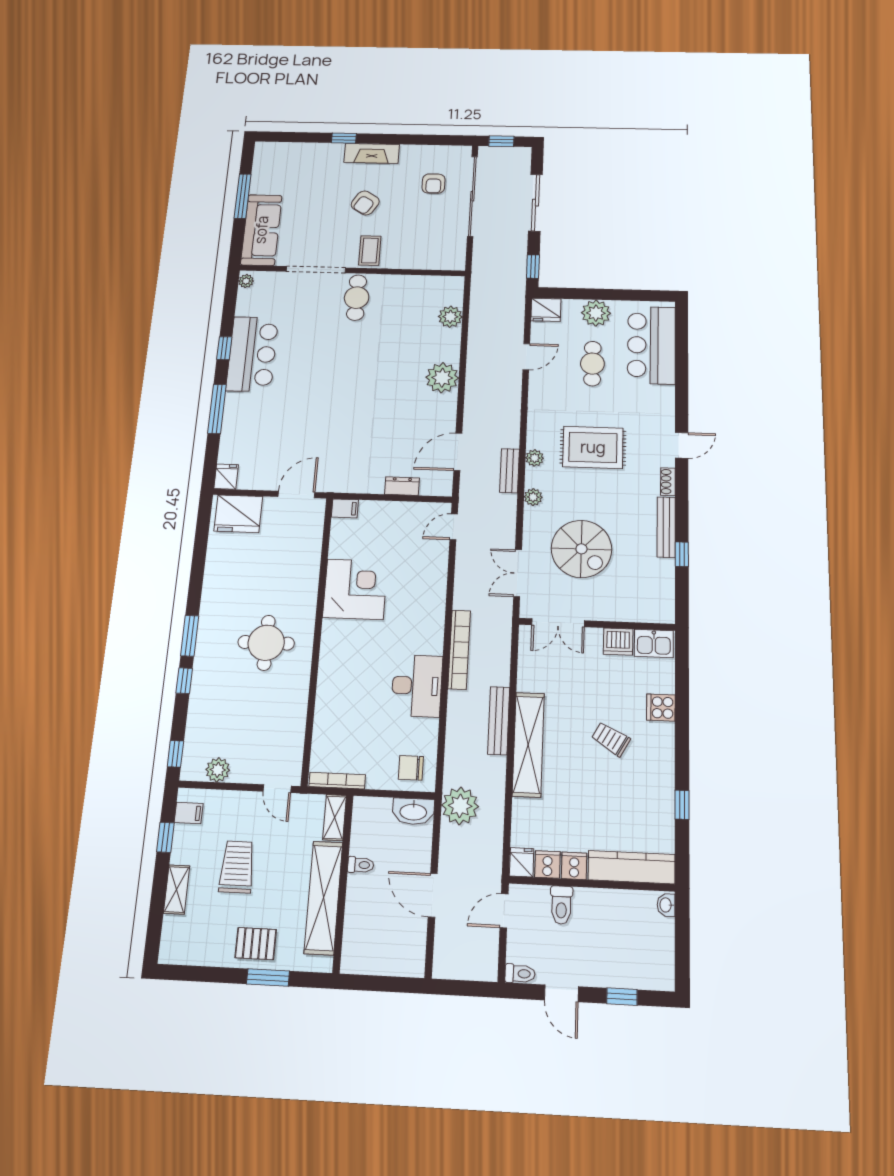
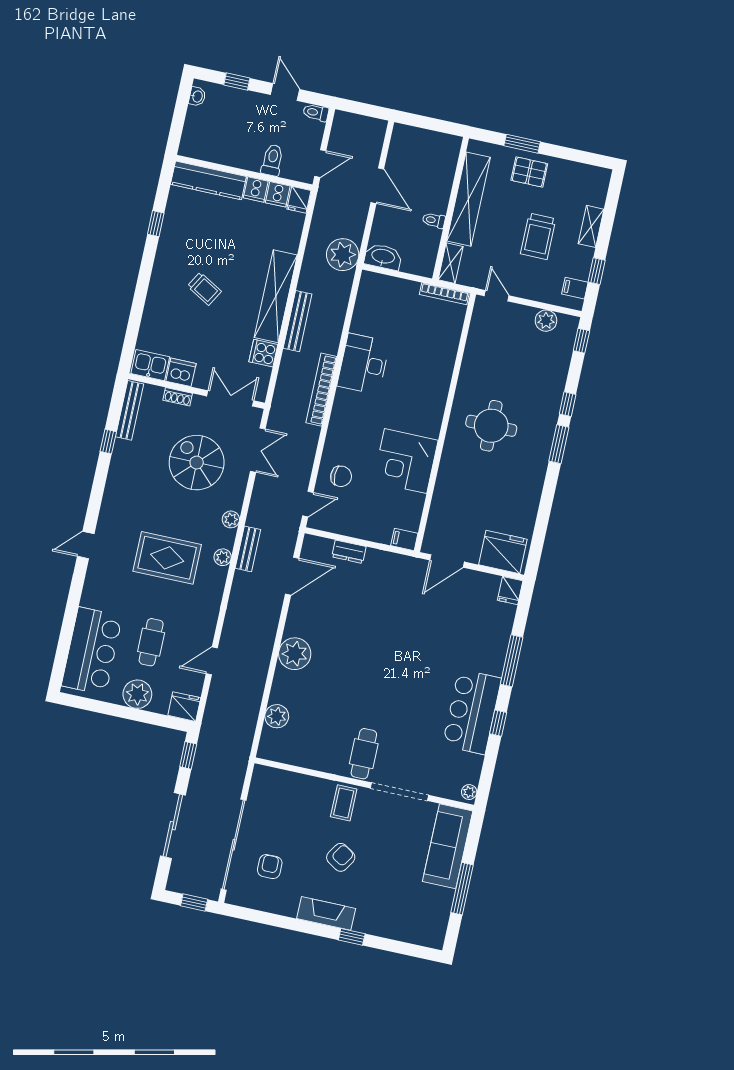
shoe rack: (668, 482) -> (178, 397), moved, turned 90
bench: (666, 527) -> (130, 410), moved
cooker: (661, 708) -> (263, 353), moved, turned 180
chair: (411, 768) -> (341, 476), moved
washbasin: (666, 905) -> (197, 96), moved

